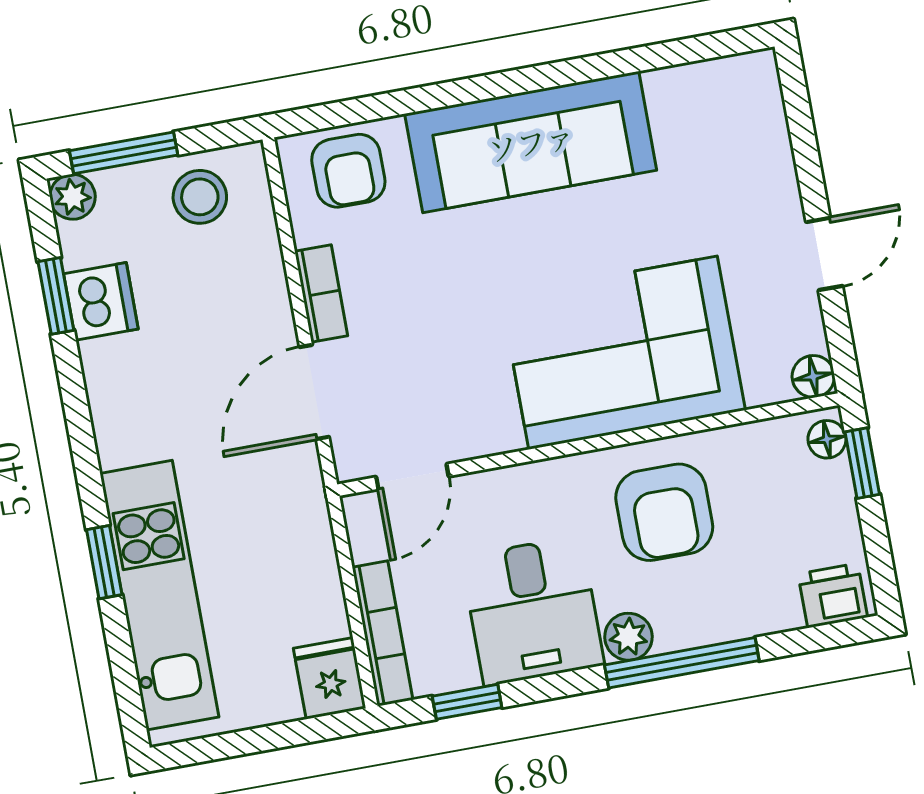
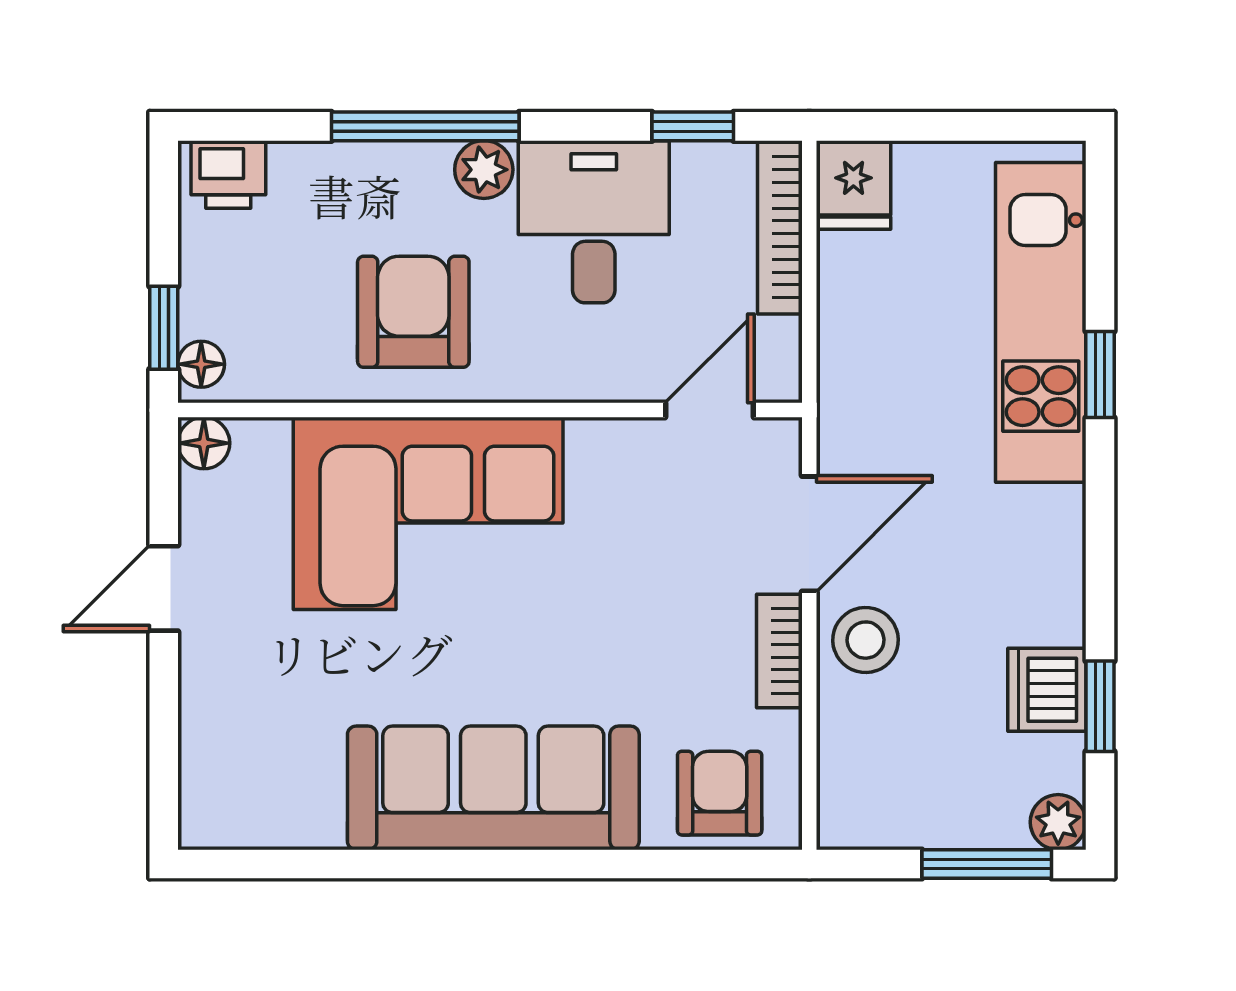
stool: (200, 197) -> (866, 640), moved

